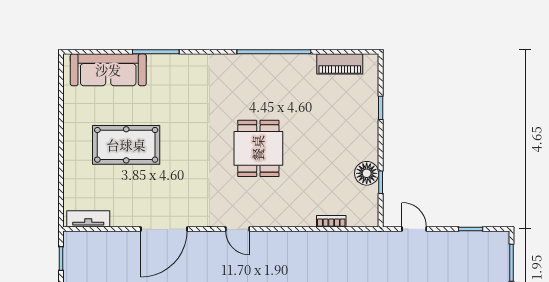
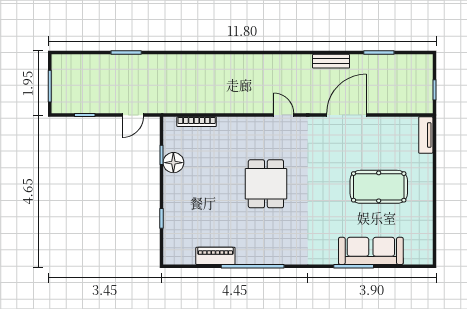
piano: (340, 64) -> (215, 256), moved
sofa: (108, 70) -> (371, 251), moved
tv unit: (88, 219) -> (426, 135), moved, turned 90
bookcase: (331, 221) -> (197, 122), width x1.56
door: (414, 229) -> (133, 115), hinge flipped

